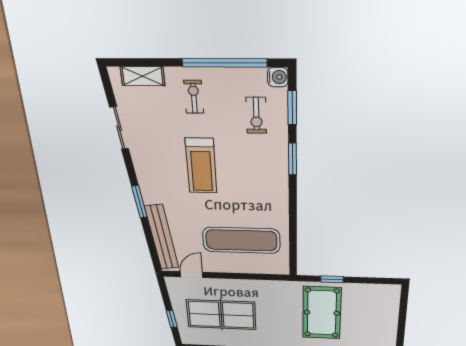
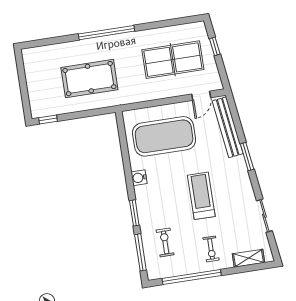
water cooler: (278, 77) -> (139, 178), moved
window: (292, 108) -> (140, 252), width x1.44
exercise mat: (241, 240) -> (164, 136), width x1.47
window: (332, 279) -> (48, 119), moved
pool table: (322, 313) -> (89, 79), turned 90

